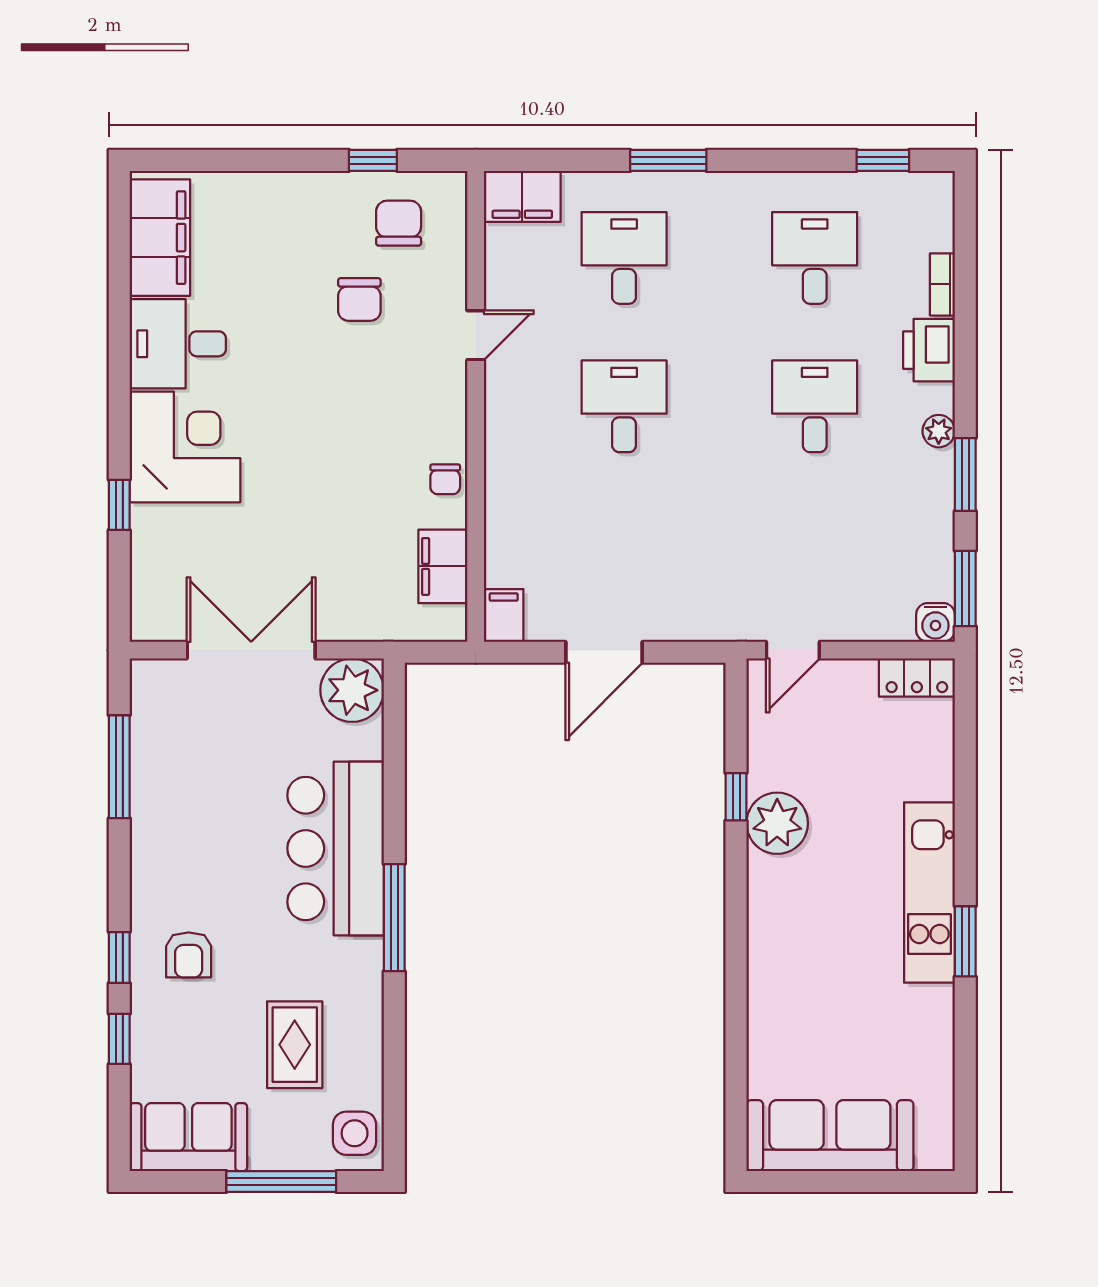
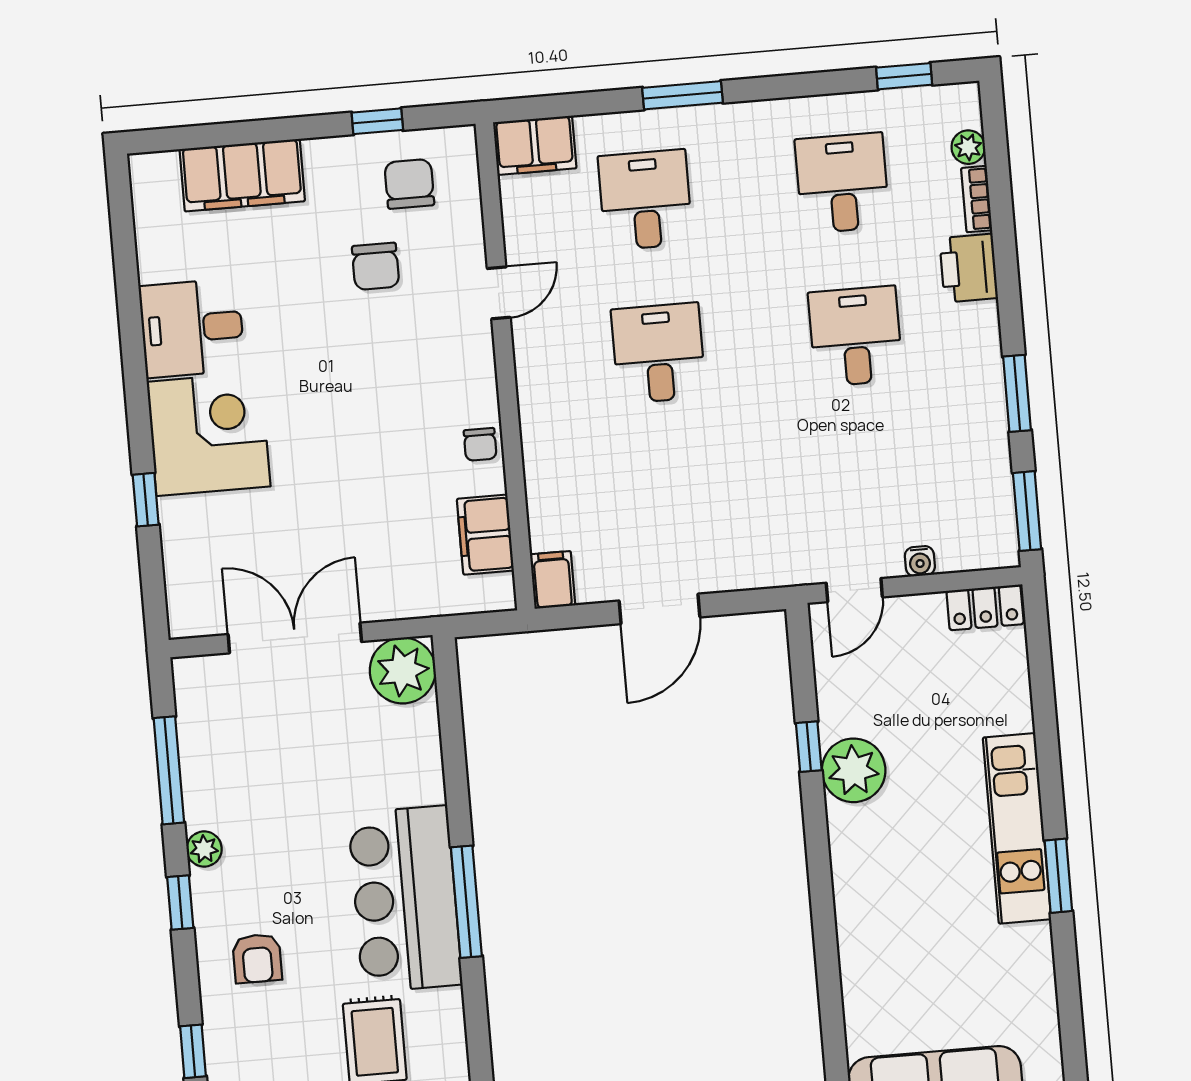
filing cabinet: (160, 238) -> (242, 175), moved, turned 90
plant: (939, 431) -> (968, 147), moved
water cooler: (935, 622) -> (920, 561), moved, width x0.72, depth x0.72
plant: (147, 845) -> (204, 849), added
bar counter: (336, 848) -> (405, 899), moved
window: (119, 958) -> (180, 903), moved

